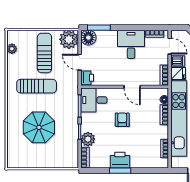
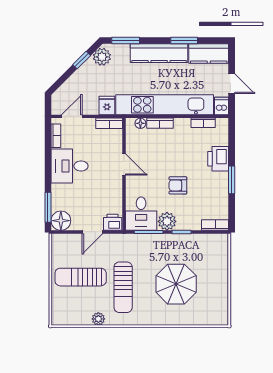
plant: (69, 39) -> (63, 246), removed
plant: (12, 49) -> (98, 319), moved
dishwasher: (178, 61) -> (222, 106), moved
sun lounger: (37, 86) -> (123, 287), turned 180
door: (132, 87) -> (124, 165), hinge flipped
armchair: (122, 120) -> (178, 185), moved
plant: (88, 139) -> (167, 221), moved
printer: (120, 160) -> (218, 159), moved

